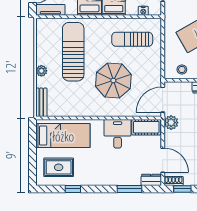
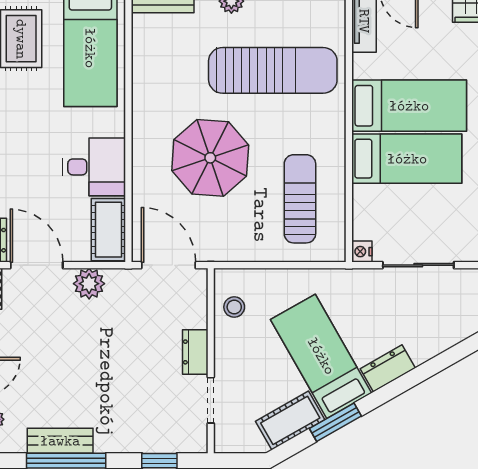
nightstand: (143, 11) -> (362, 252), moved
plant: (171, 123) -> (89, 284), moved
door: (163, 160) -> (37, 265), swing flipped

